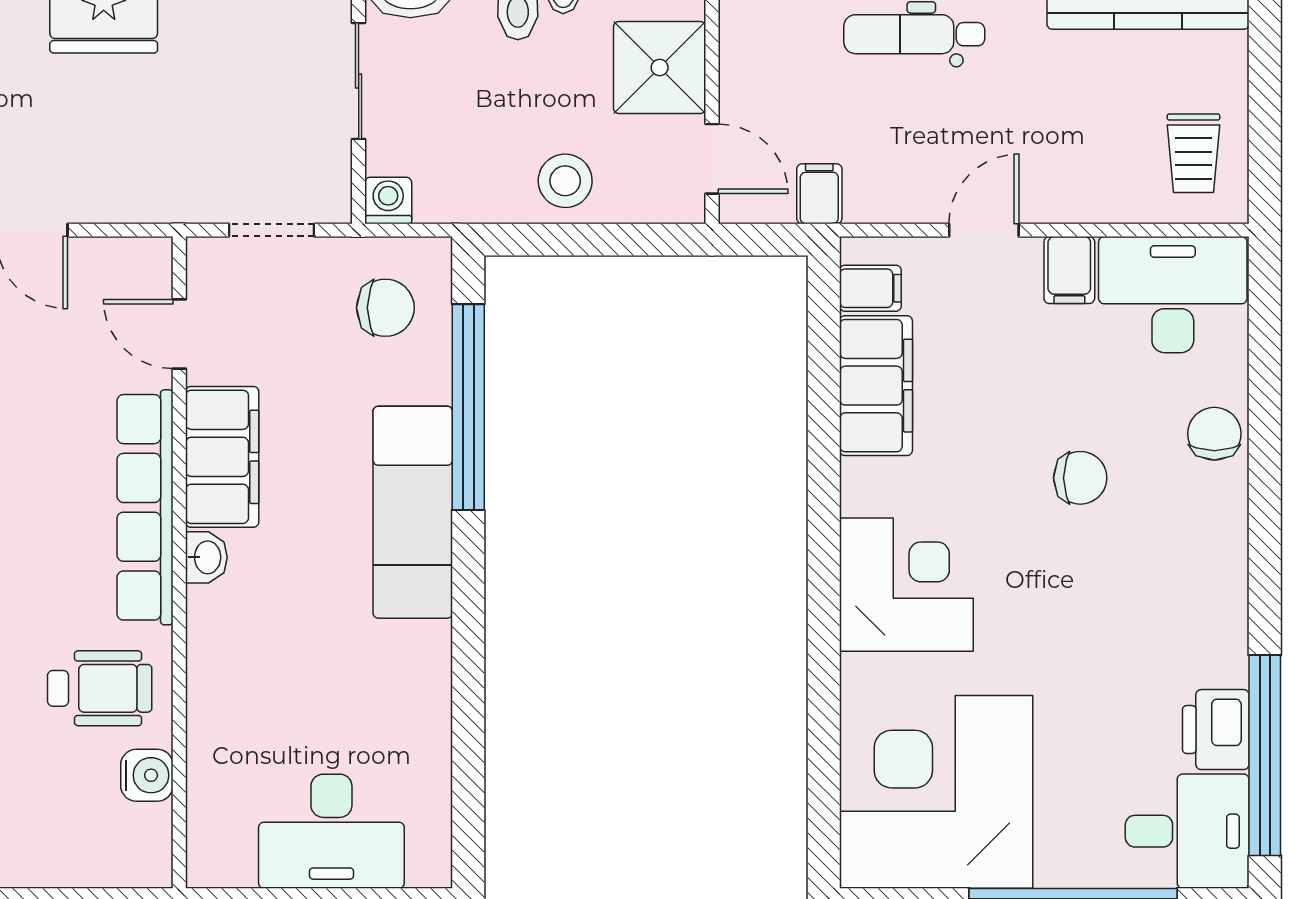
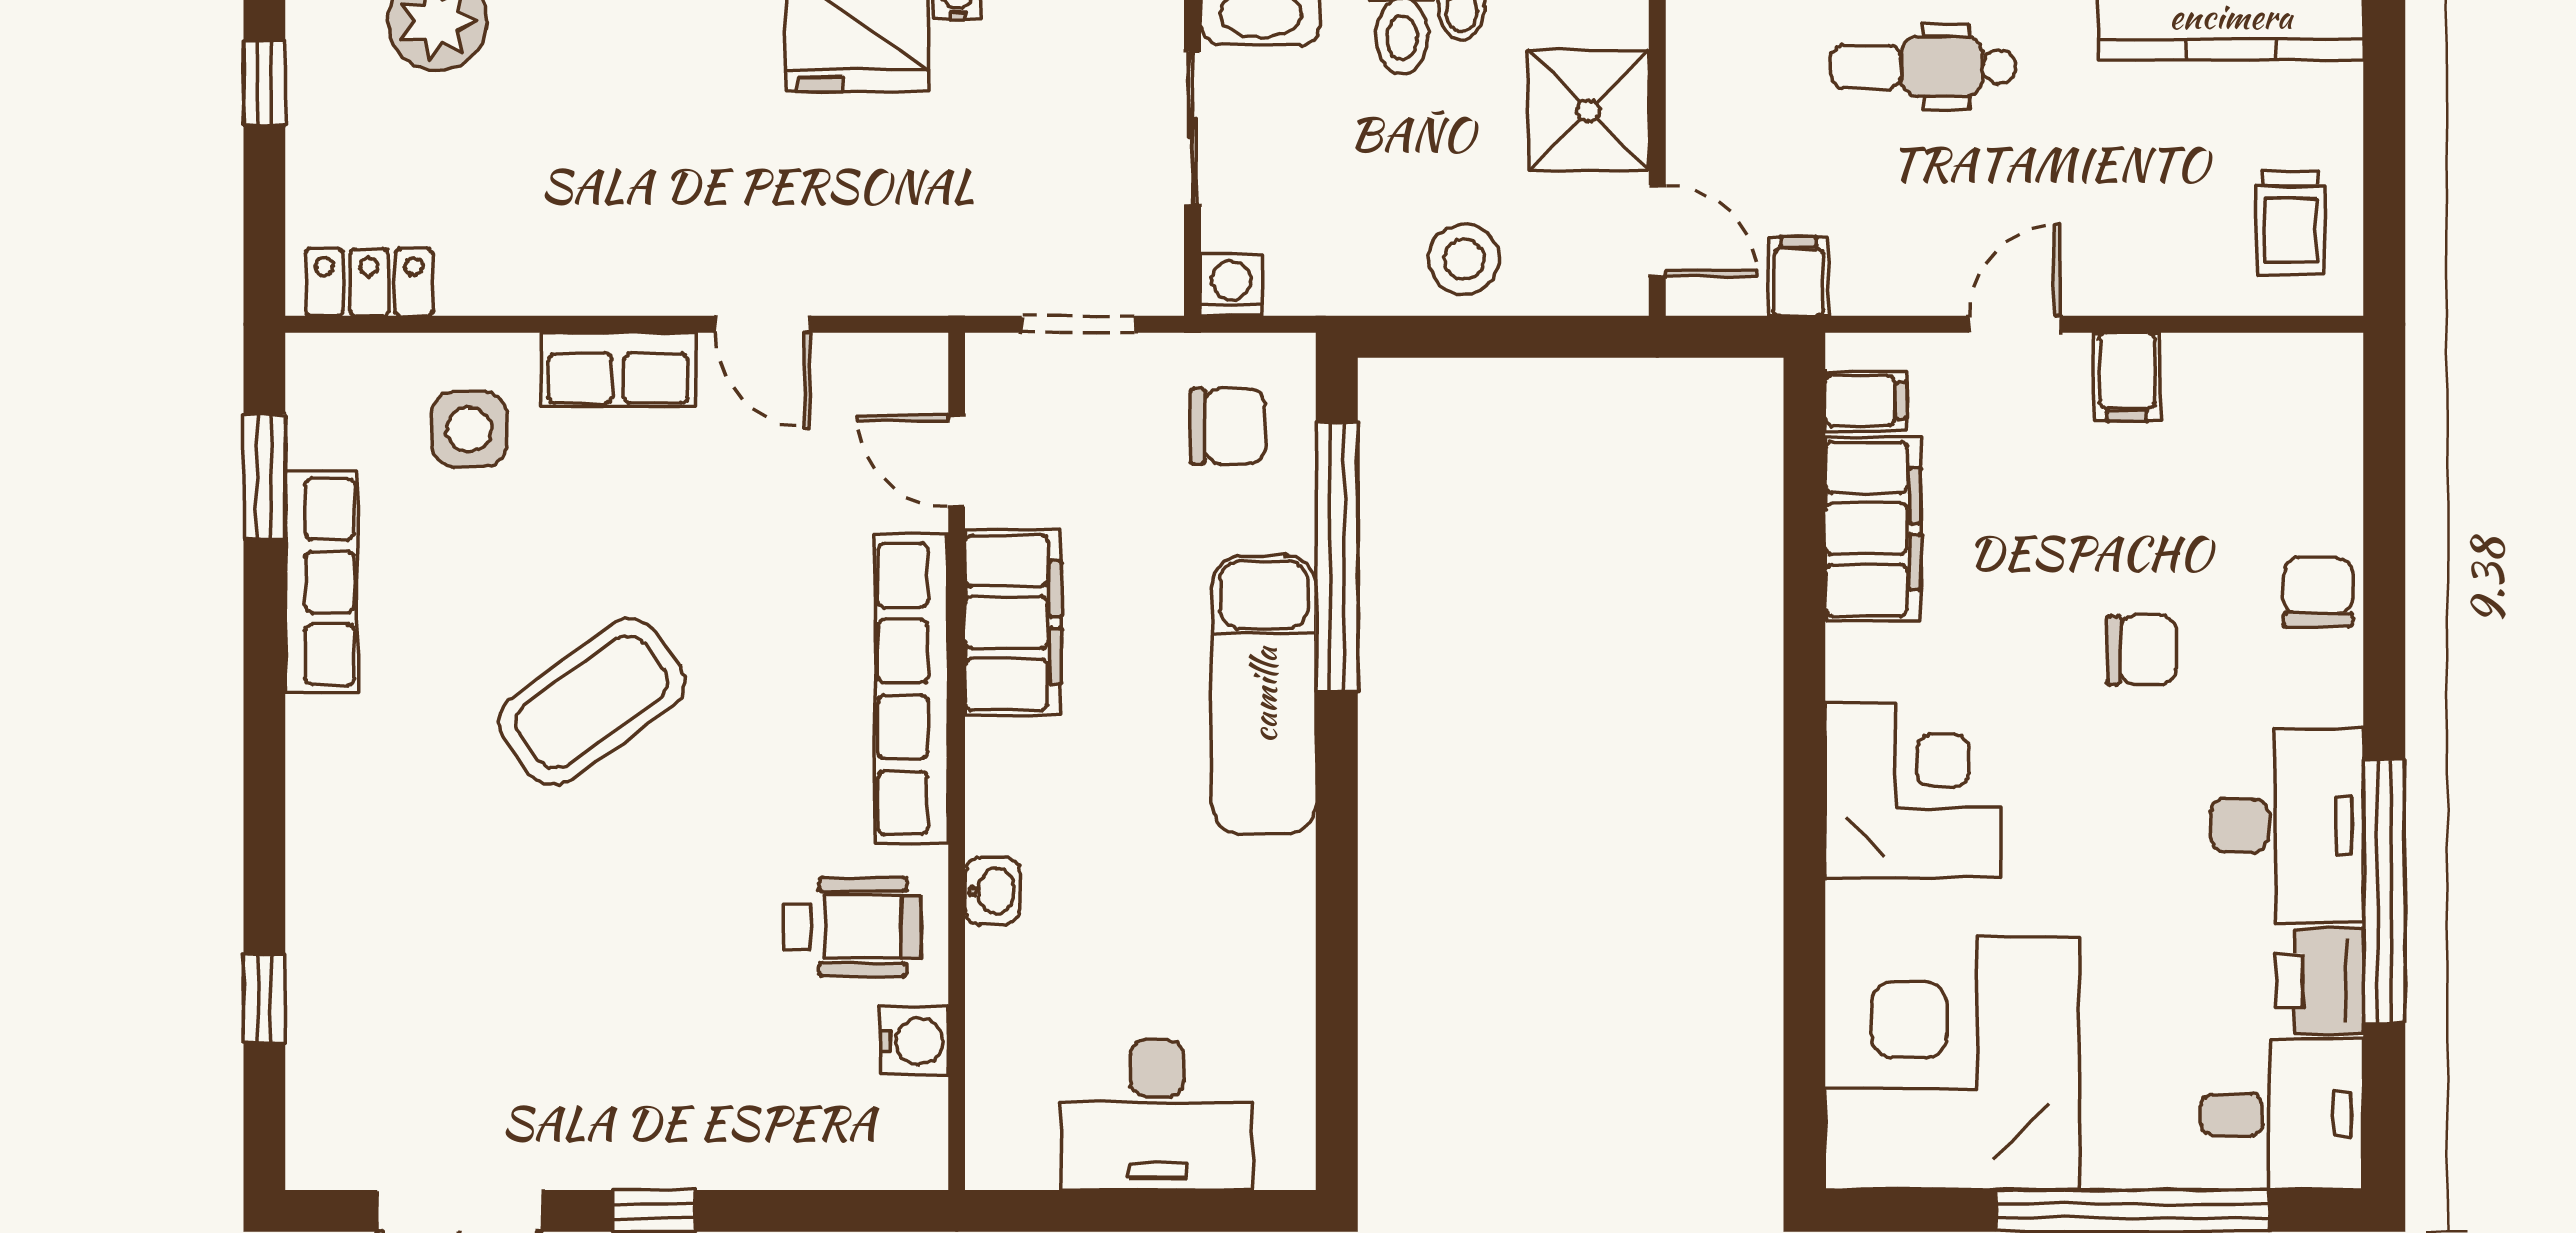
desk: (1173, 295) -> (2287, 825), moved, turned 90
washbasin: (206, 557) -> (992, 891), moved
window: (1265, 755) -> (2384, 891), moved

